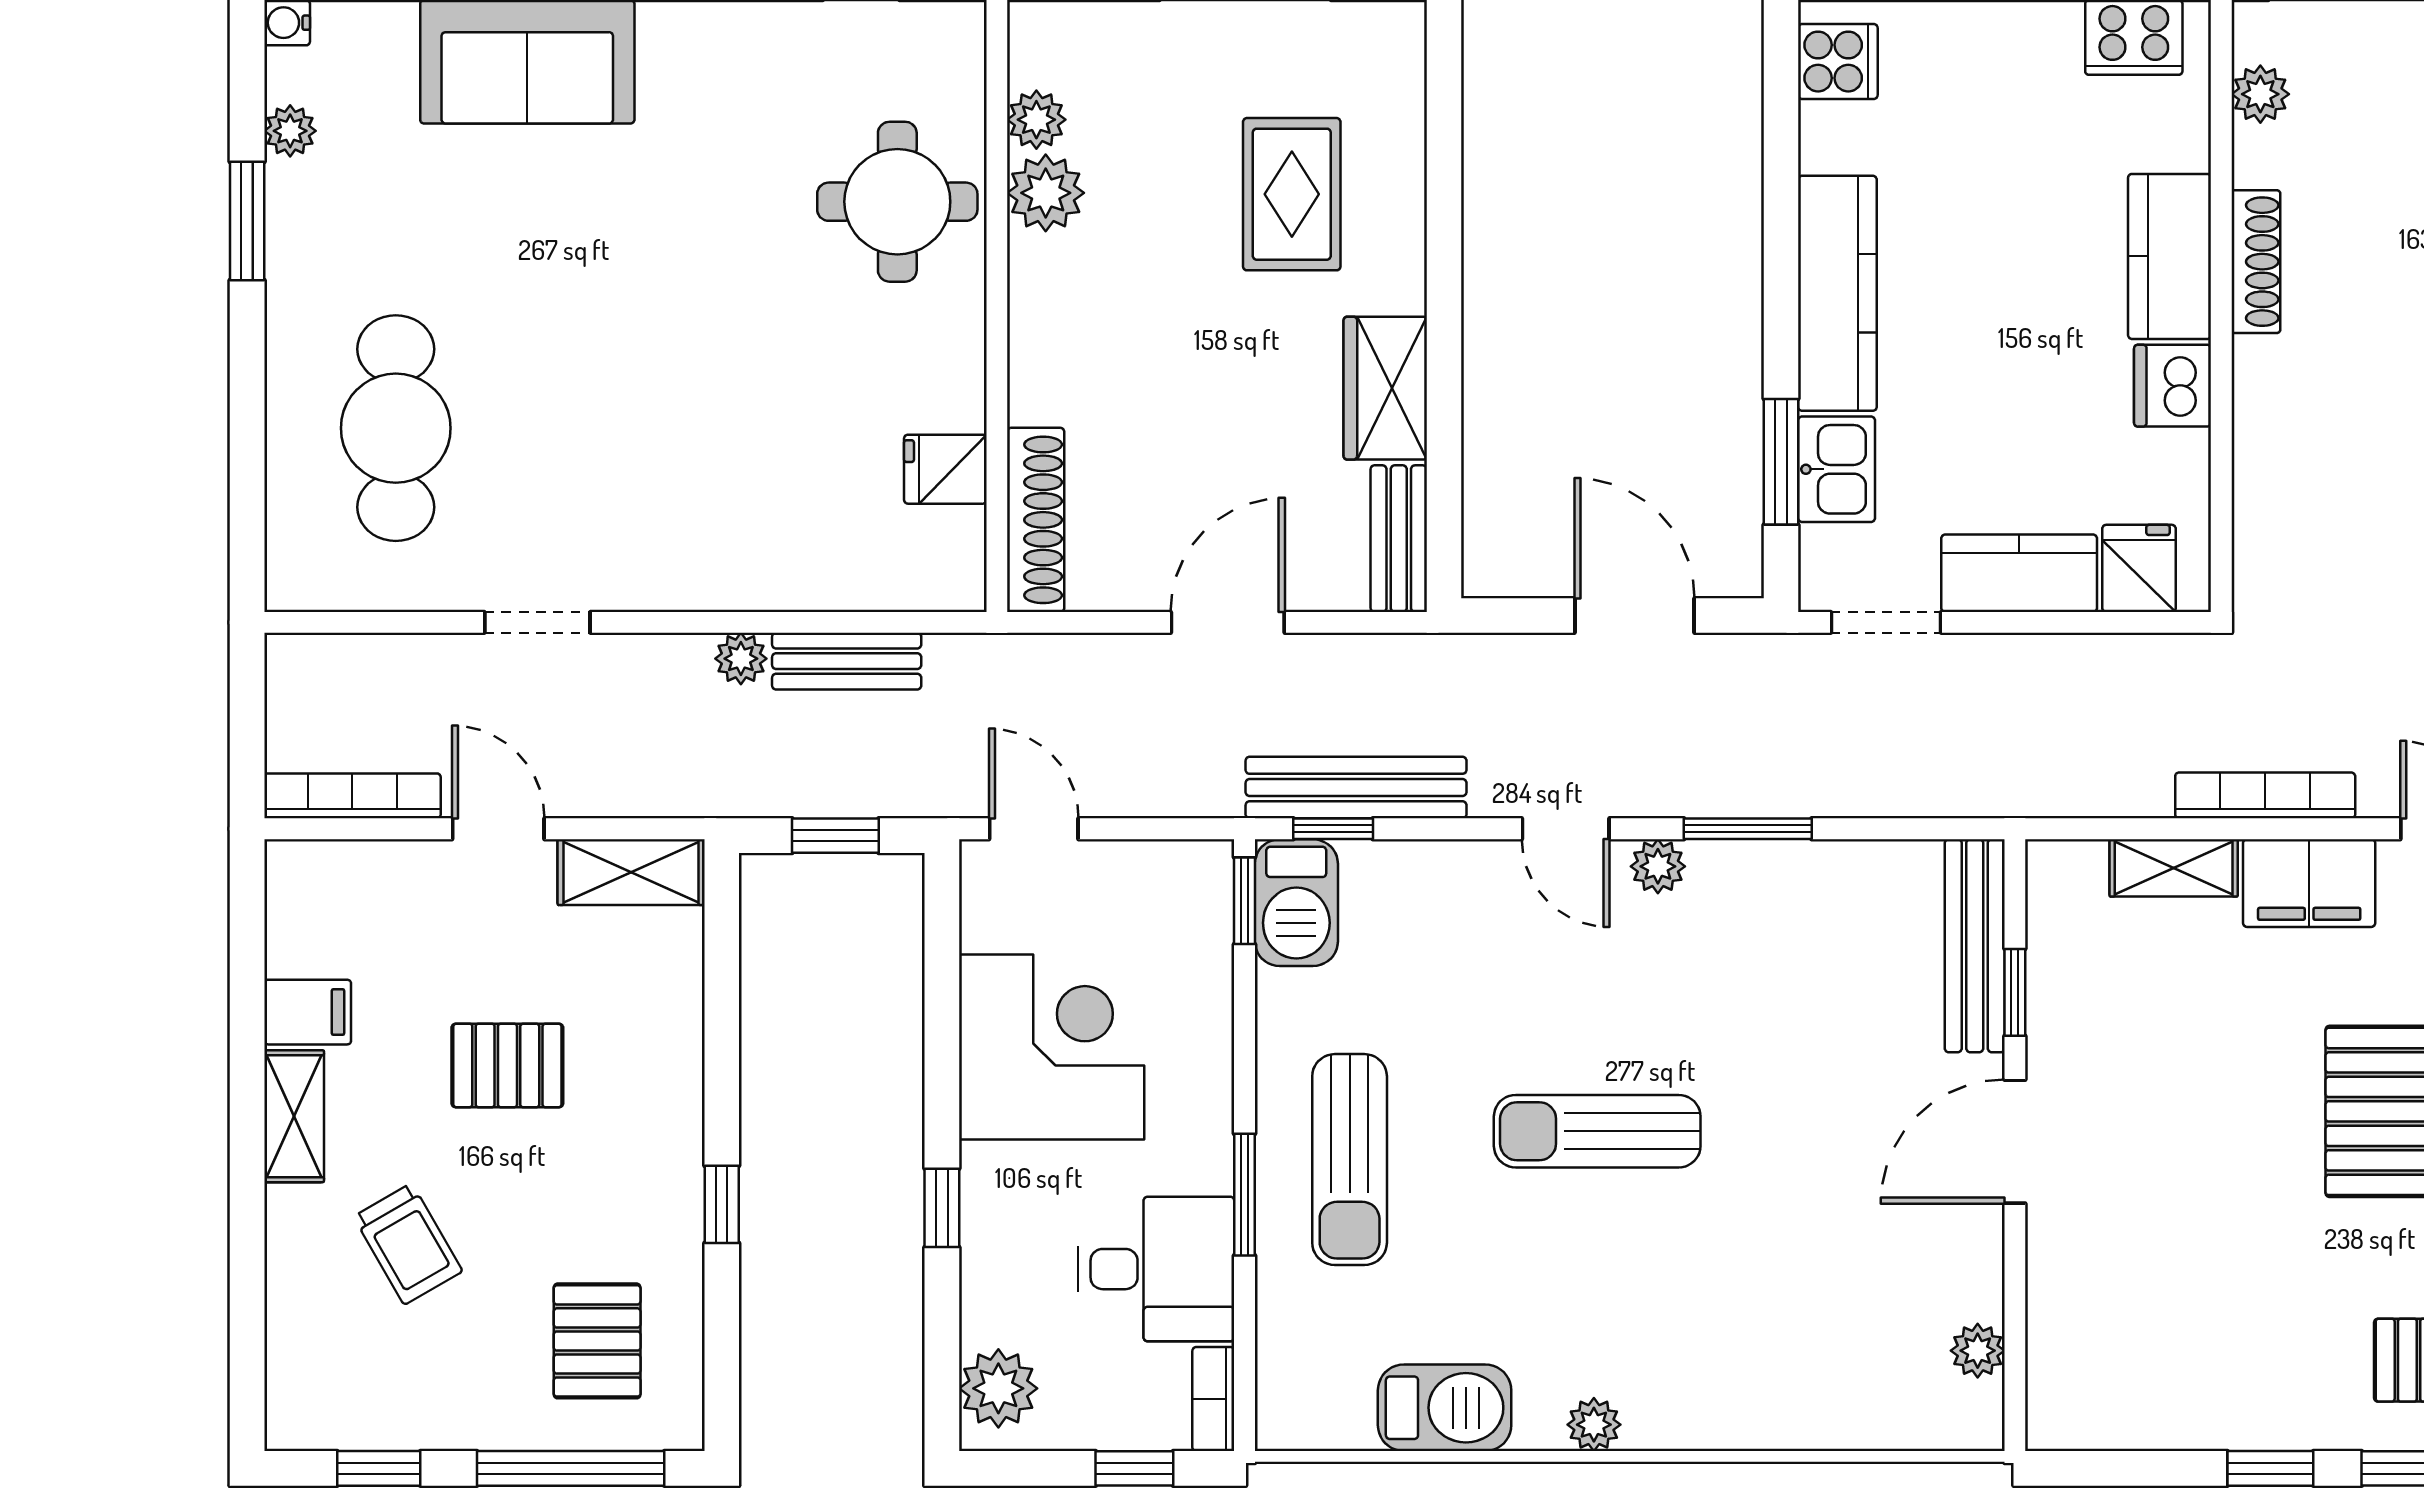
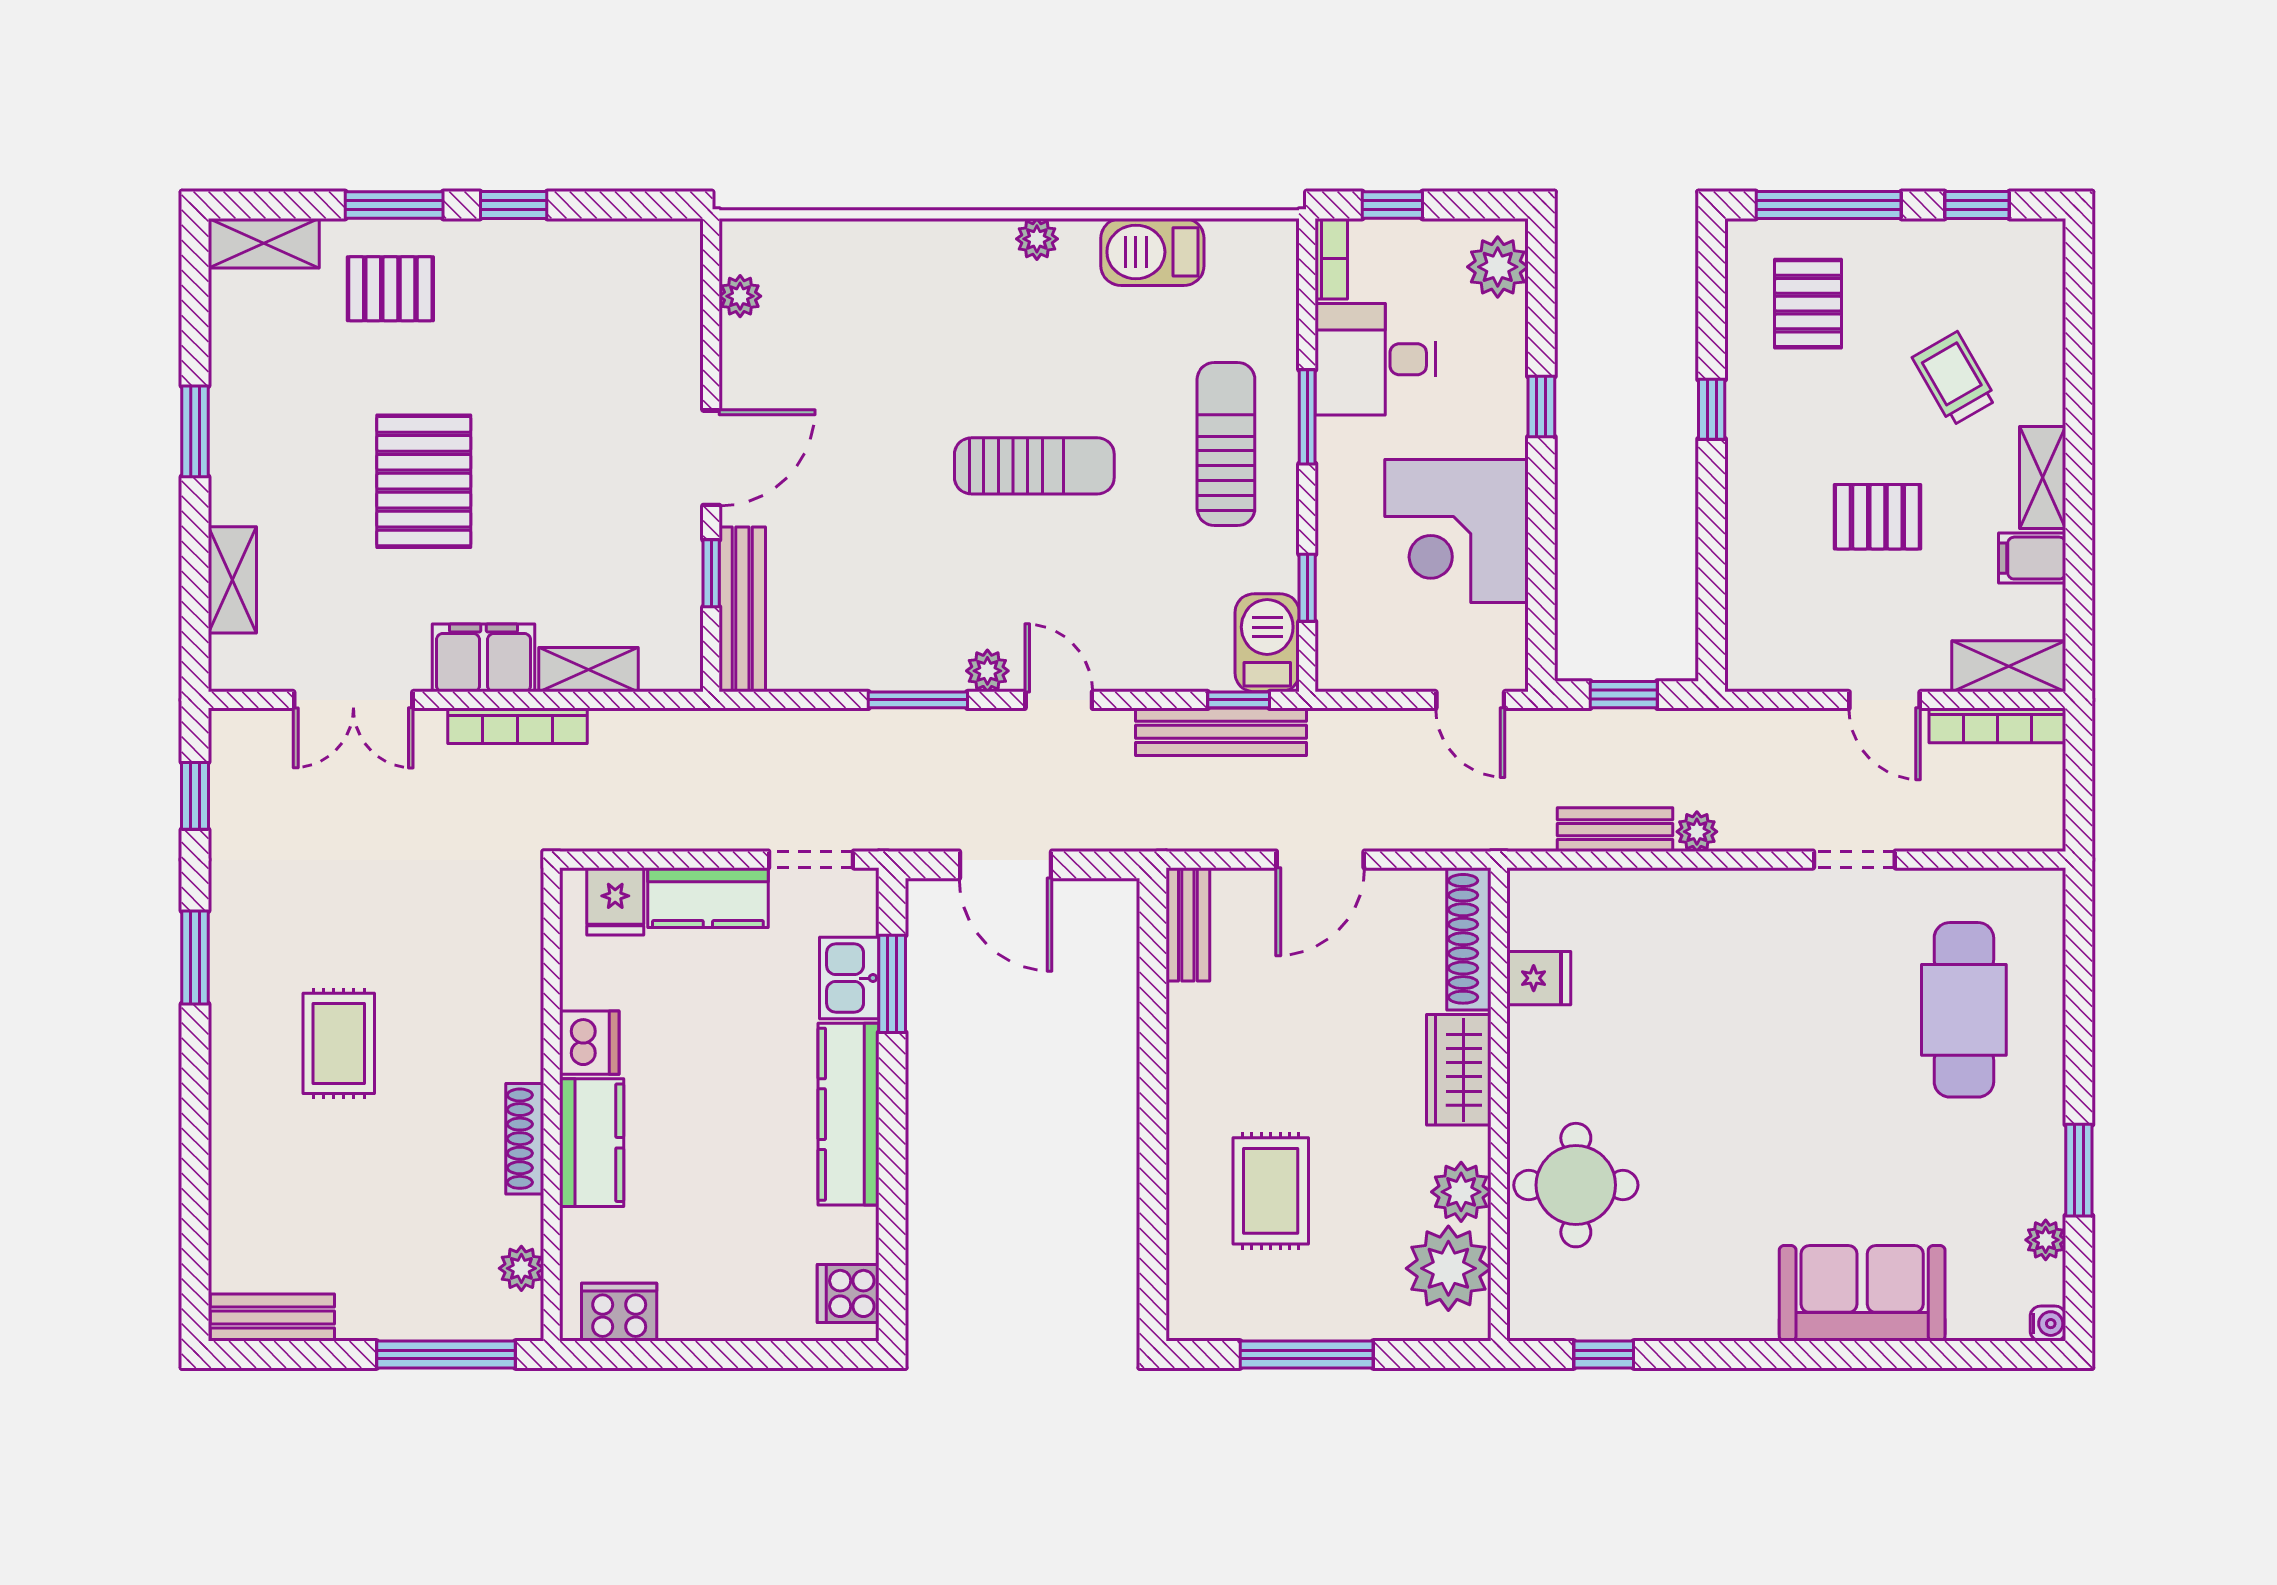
plant: (1036, 120) -> (1448, 1268), width x1.87, depth x1.87
wardrobe: (1385, 388) -> (1459, 1070), moved, turned 180
shelving: (631, 872) -> (2009, 666), moved
window: (1245, 901) -> (1307, 588), moved

